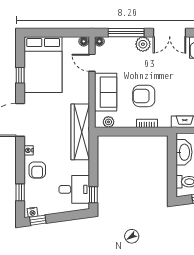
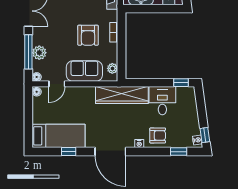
plant: (143, 44) -> (39, 53), moved
bed: (43, 65) -> (59, 136), width x0.67
desk: (74, 189) -> (162, 101), moved

